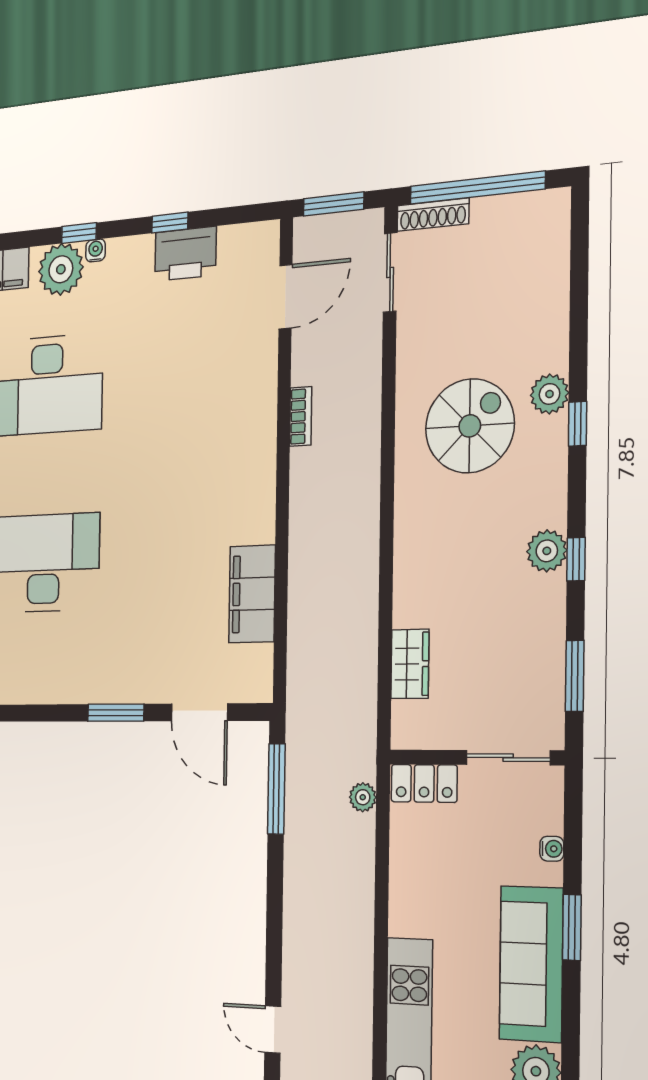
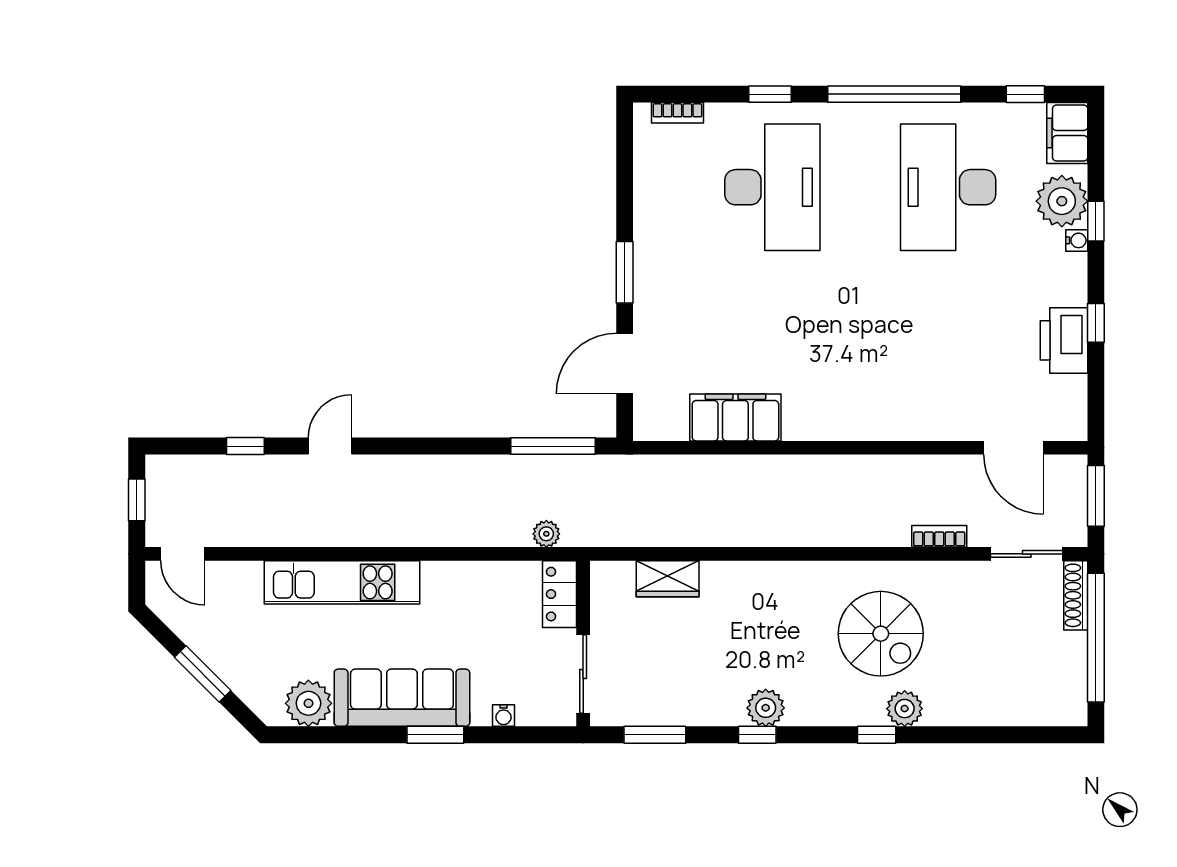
bookcase: (301, 416) -> (939, 536), moved, turned 180

